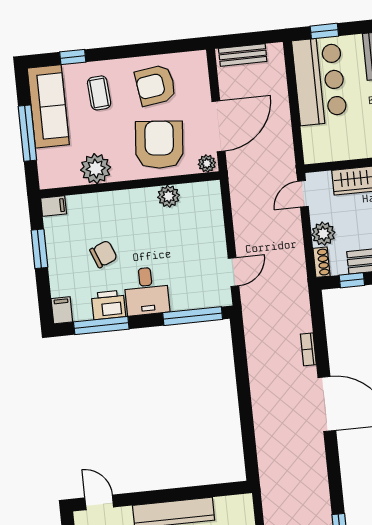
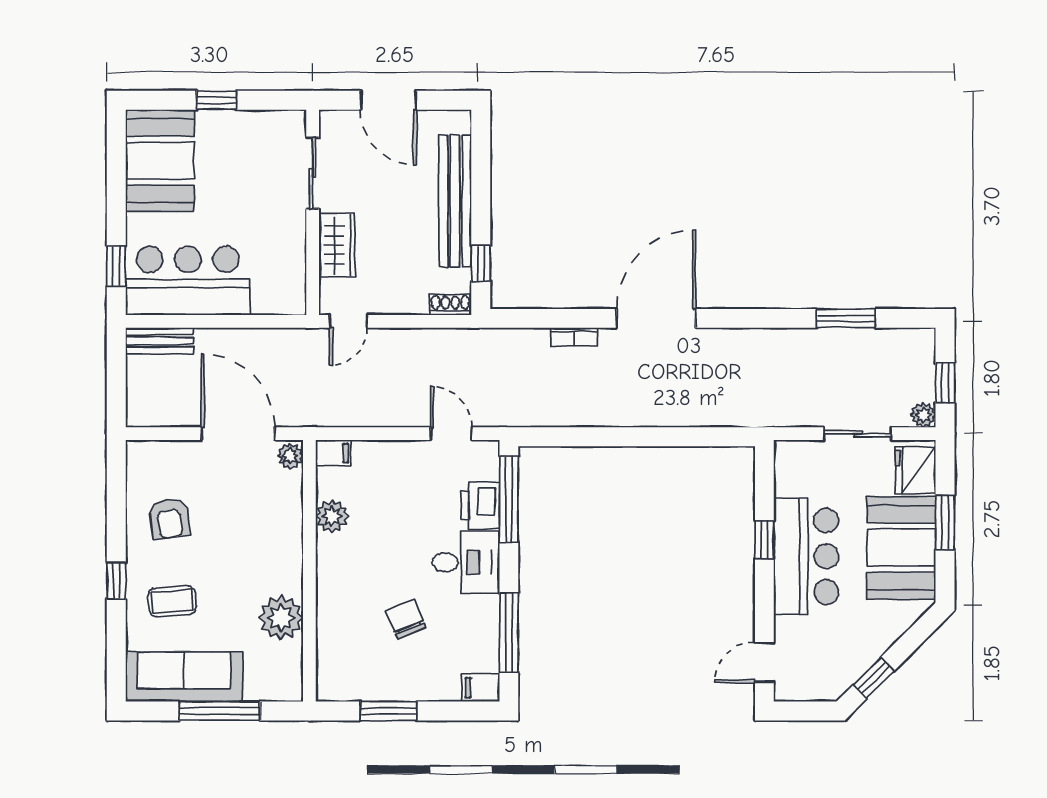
bench: (243, 55) -> (160, 341), moved, turned 90
window: (73, 57) -> (116, 581), moved
armchair: (155, 85) -> (169, 519), width x0.72, depth x0.72
armchair: (159, 145) -> (256, 522), removed
door: (303, 194) -> (348, 321), hinge flipped
filing cabinet: (54, 206) -> (333, 453), moved, turned 90
plant: (323, 234) -> (409, 298), removed
printer: (108, 305) -> (480, 505), moved
window: (183, 494) -> (764, 540), added

